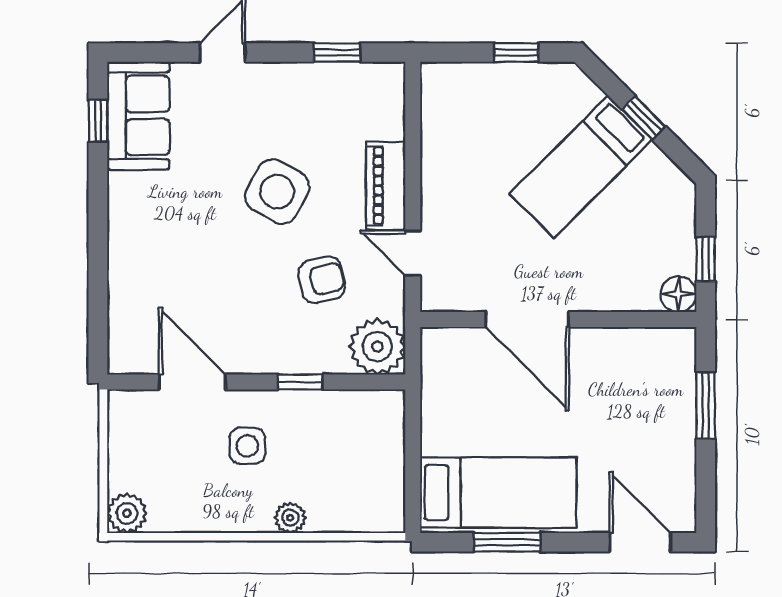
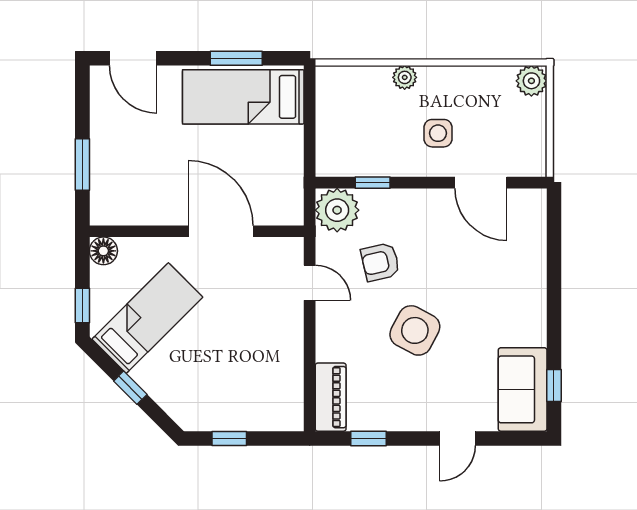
bed: (581, 167) -> (147, 318), moved
piano: (386, 186) -> (331, 397), moved
window: (706, 259) -> (82, 306), moved
window: (300, 382) -> (373, 183), moved

